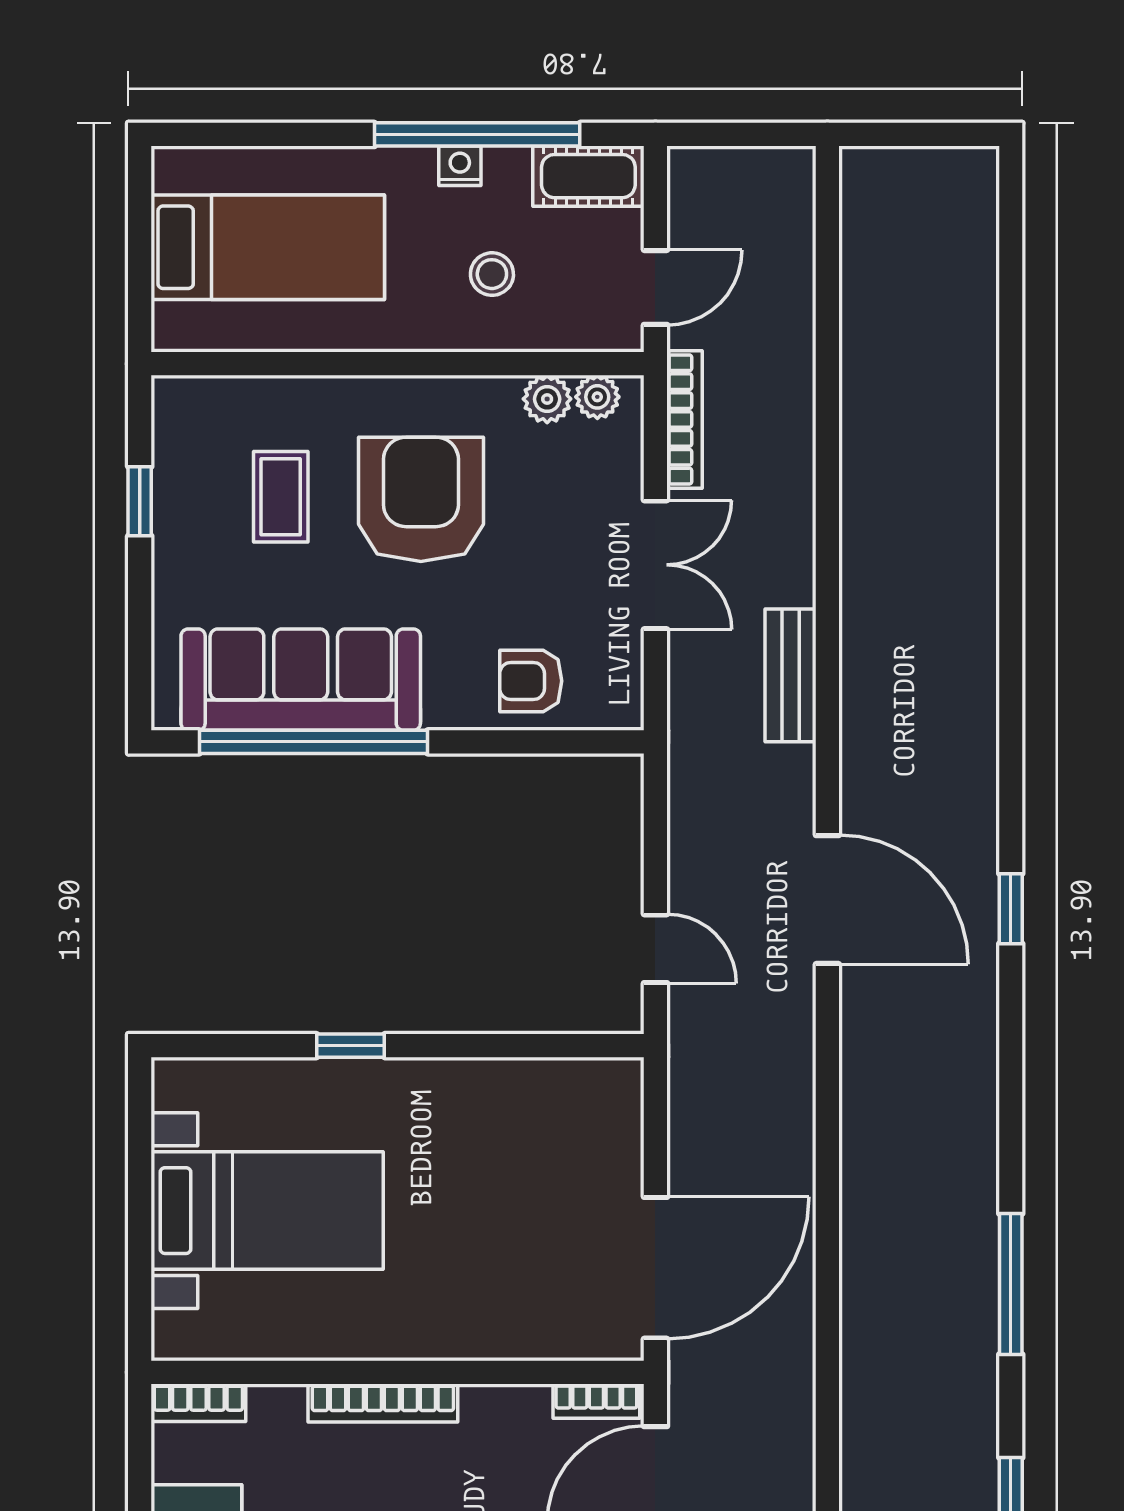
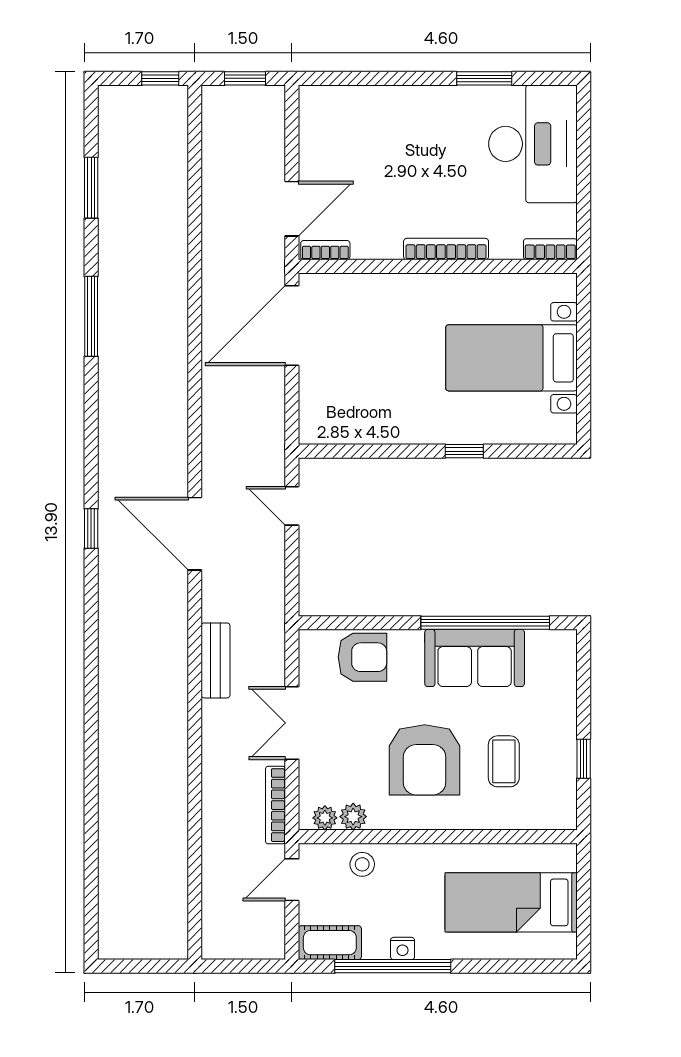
stool: (492, 274) -> (362, 864), moved
sofa: (301, 680) -> (475, 658), width x0.73
armchair: (531, 681) -> (362, 657), width x1.38, depth x1.38

